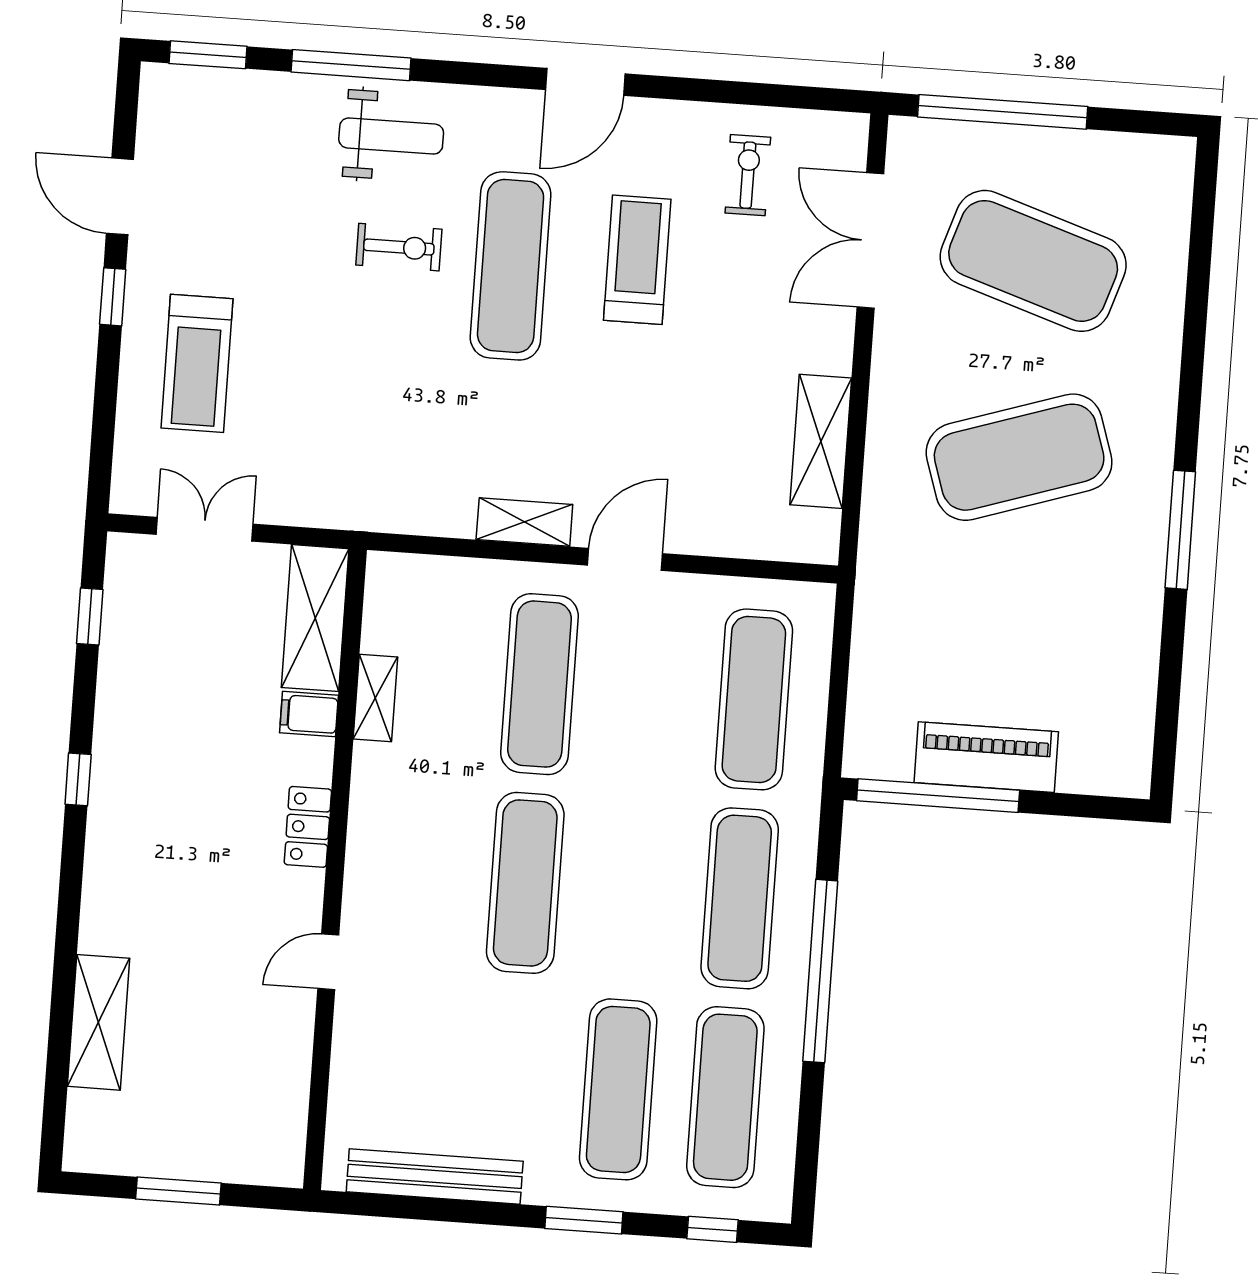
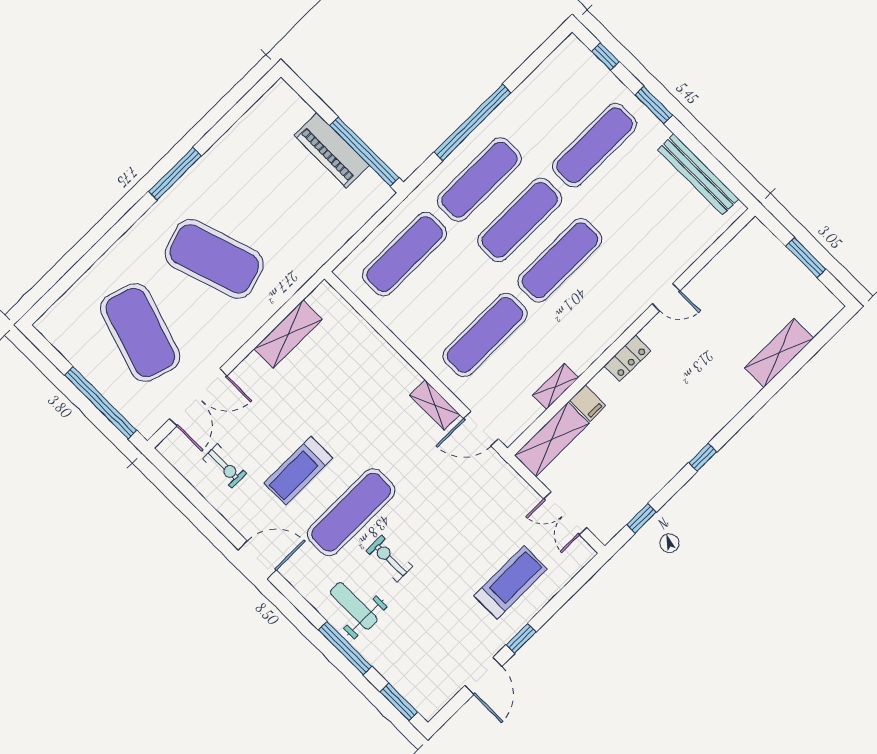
exercise bike: (748, 175) -> (225, 466), turned -90
door: (625, 559) -> (481, 429), moved
exercise mat: (725, 1097) -> (520, 220), moved

